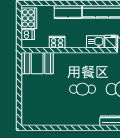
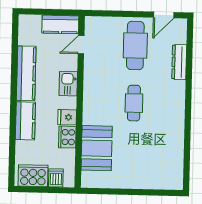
fridge: (110, 42) -> (67, 117), moved
booth: (37, 63) -> (97, 148), moved

